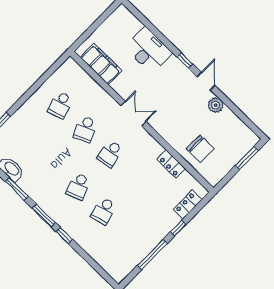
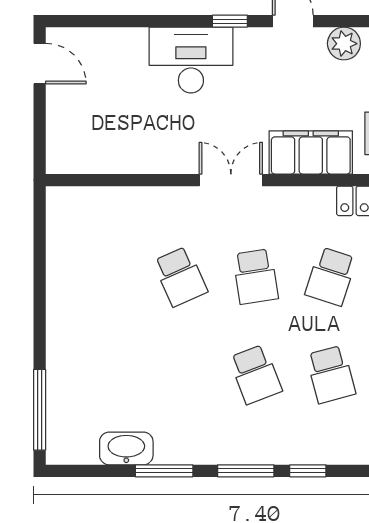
door: (108, 13) -> (40, 64), added
desk: (148, 50) -> (191, 60), moved
filing cabinet: (101, 64) -> (311, 152), moved
school desk: (60, 105) -> (331, 276), moved, turned 36

